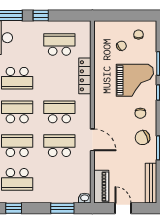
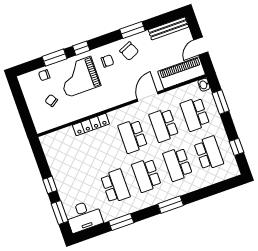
chair: (139, 35) -> (44, 75), moved
school desk: (59, 44) -> (195, 114), moved
grand piano: (135, 80) -> (79, 77), turned -90
piano: (101, 187) -> (182, 73), width x1.37, depth x1.33

